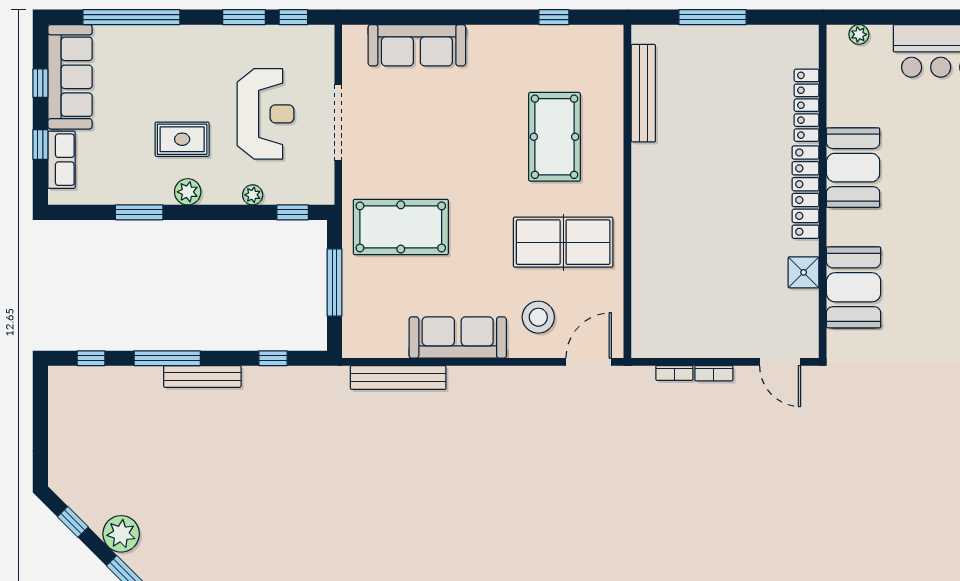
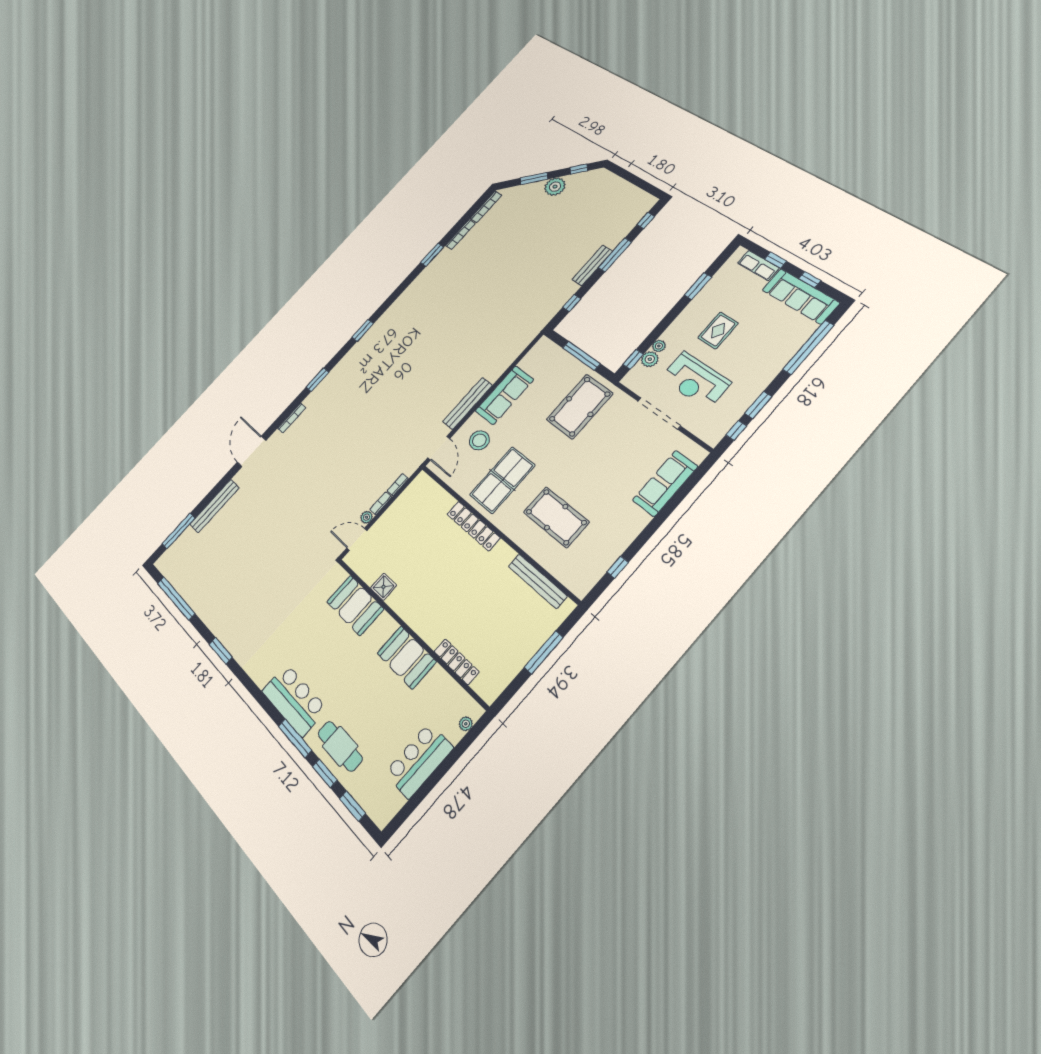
plant: (188, 192) -> (650, 359), moved
locker: (805, 192) -> (473, 526), moved, turned 180
plant: (745, 376) -> (367, 517), added
bench: (398, 377) -> (467, 403), moved

